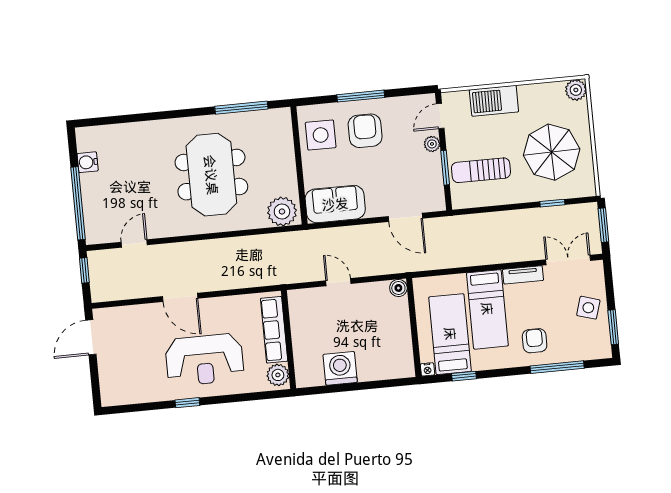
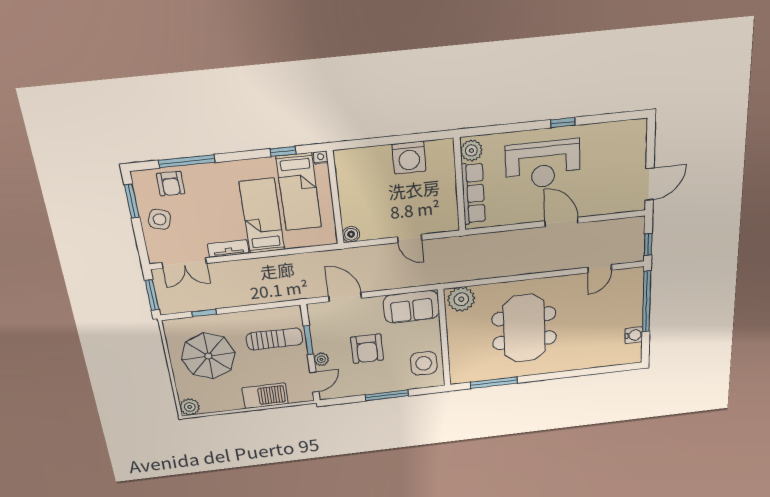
armchair: (365, 131) -> (367, 349), moved
armchair: (535, 341) -> (171, 184), moved
reception desk: (204, 360) -> (543, 164), turned 180

